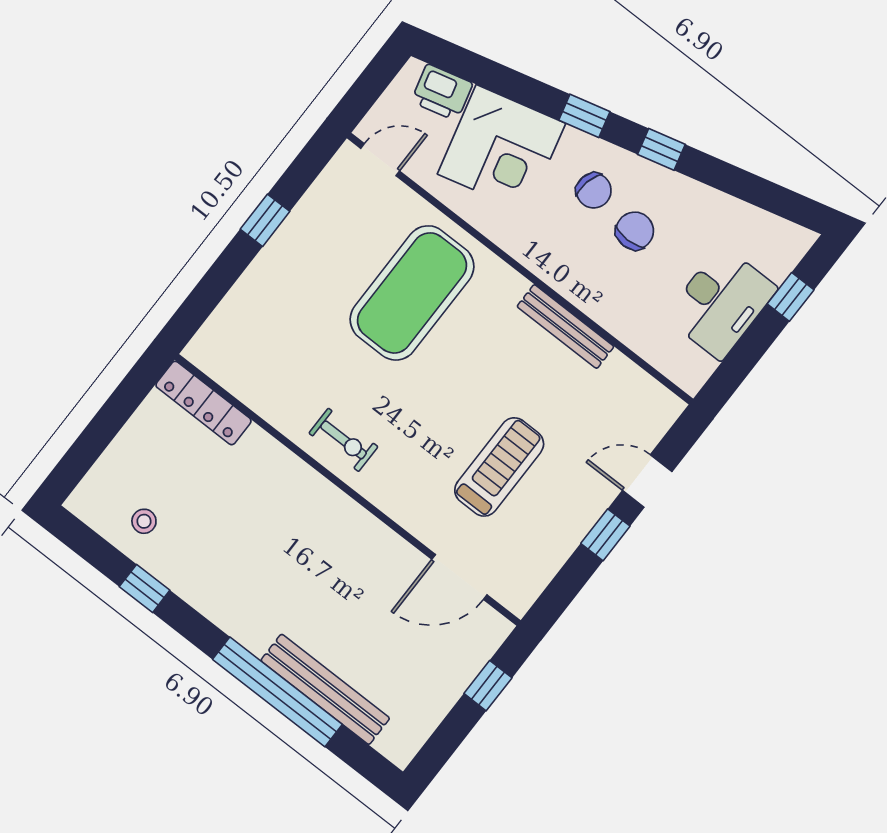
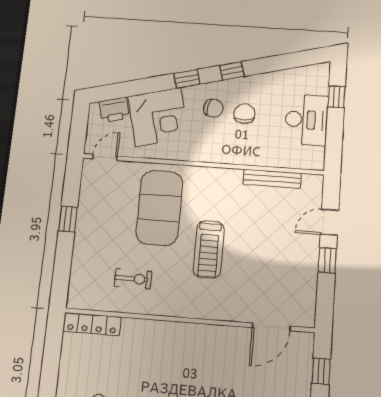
bench: (565, 326) -> (272, 179), moved
exercise bike: (343, 440) -> (133, 279), moved
treadmill: (499, 467) -> (209, 249), moved, turned 180

